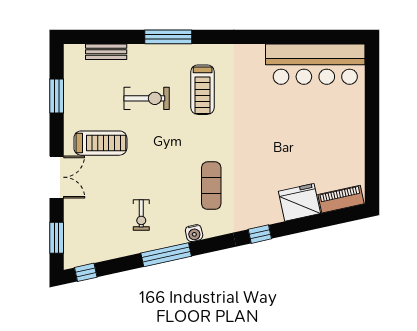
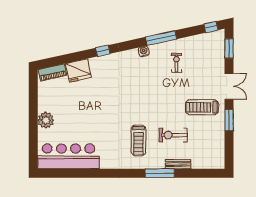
bench: (106, 52) -> (178, 164), moved
treadmill: (203, 90) -> (138, 140), turned 180
window: (57, 96) -> (229, 120), moved
plant: (352, 122) -> (46, 120), added
double door: (57, 177) -> (229, 86), swing flipped
exercise mat: (211, 186) -> (133, 81), removed

